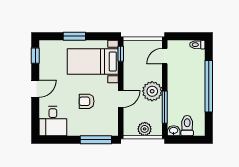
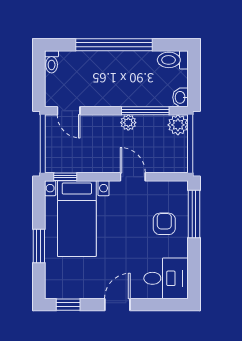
door: (35, 89) -> (117, 305), hinge flipped
plant: (152, 91) -> (128, 123), width x0.53, depth x0.53
armchair: (87, 101) -> (164, 224), moved, turned 180
toilet: (187, 126) -> (173, 60), moved
plant: (145, 129) -> (178, 125), moved

